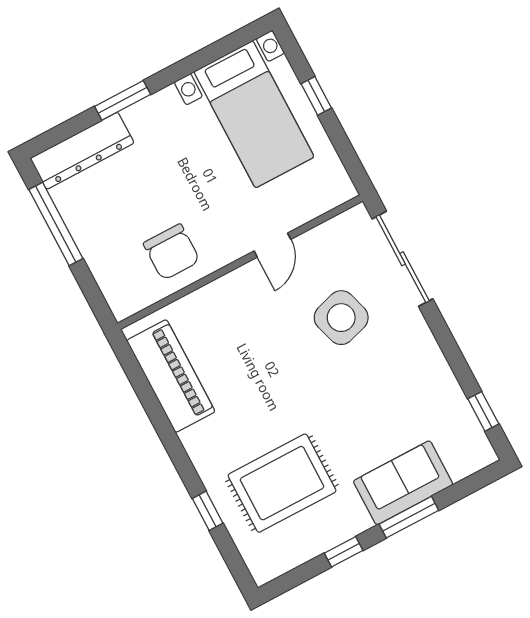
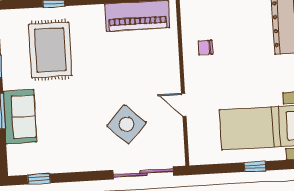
chair: (172, 252) -> (205, 47), width x0.54, depth x0.54
side table: (341, 318) -> (127, 124), turned -30

